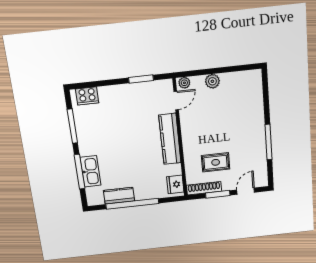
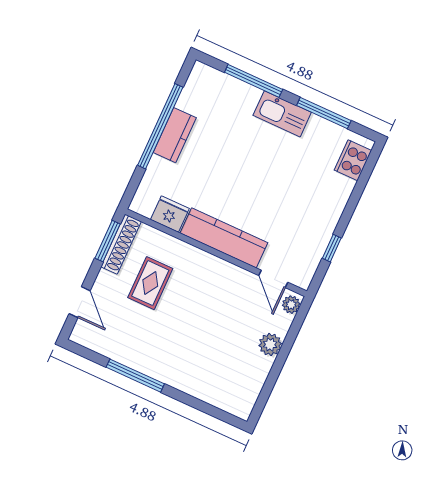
window: (141, 79) -> (332, 248), width x0.67
kitchen sink: (90, 171) -> (282, 114), moved
fridge: (175, 184) -> (170, 214), moved
window: (218, 194) -> (108, 241), moved
kitchen counter: (119, 196) -> (175, 135), moved

